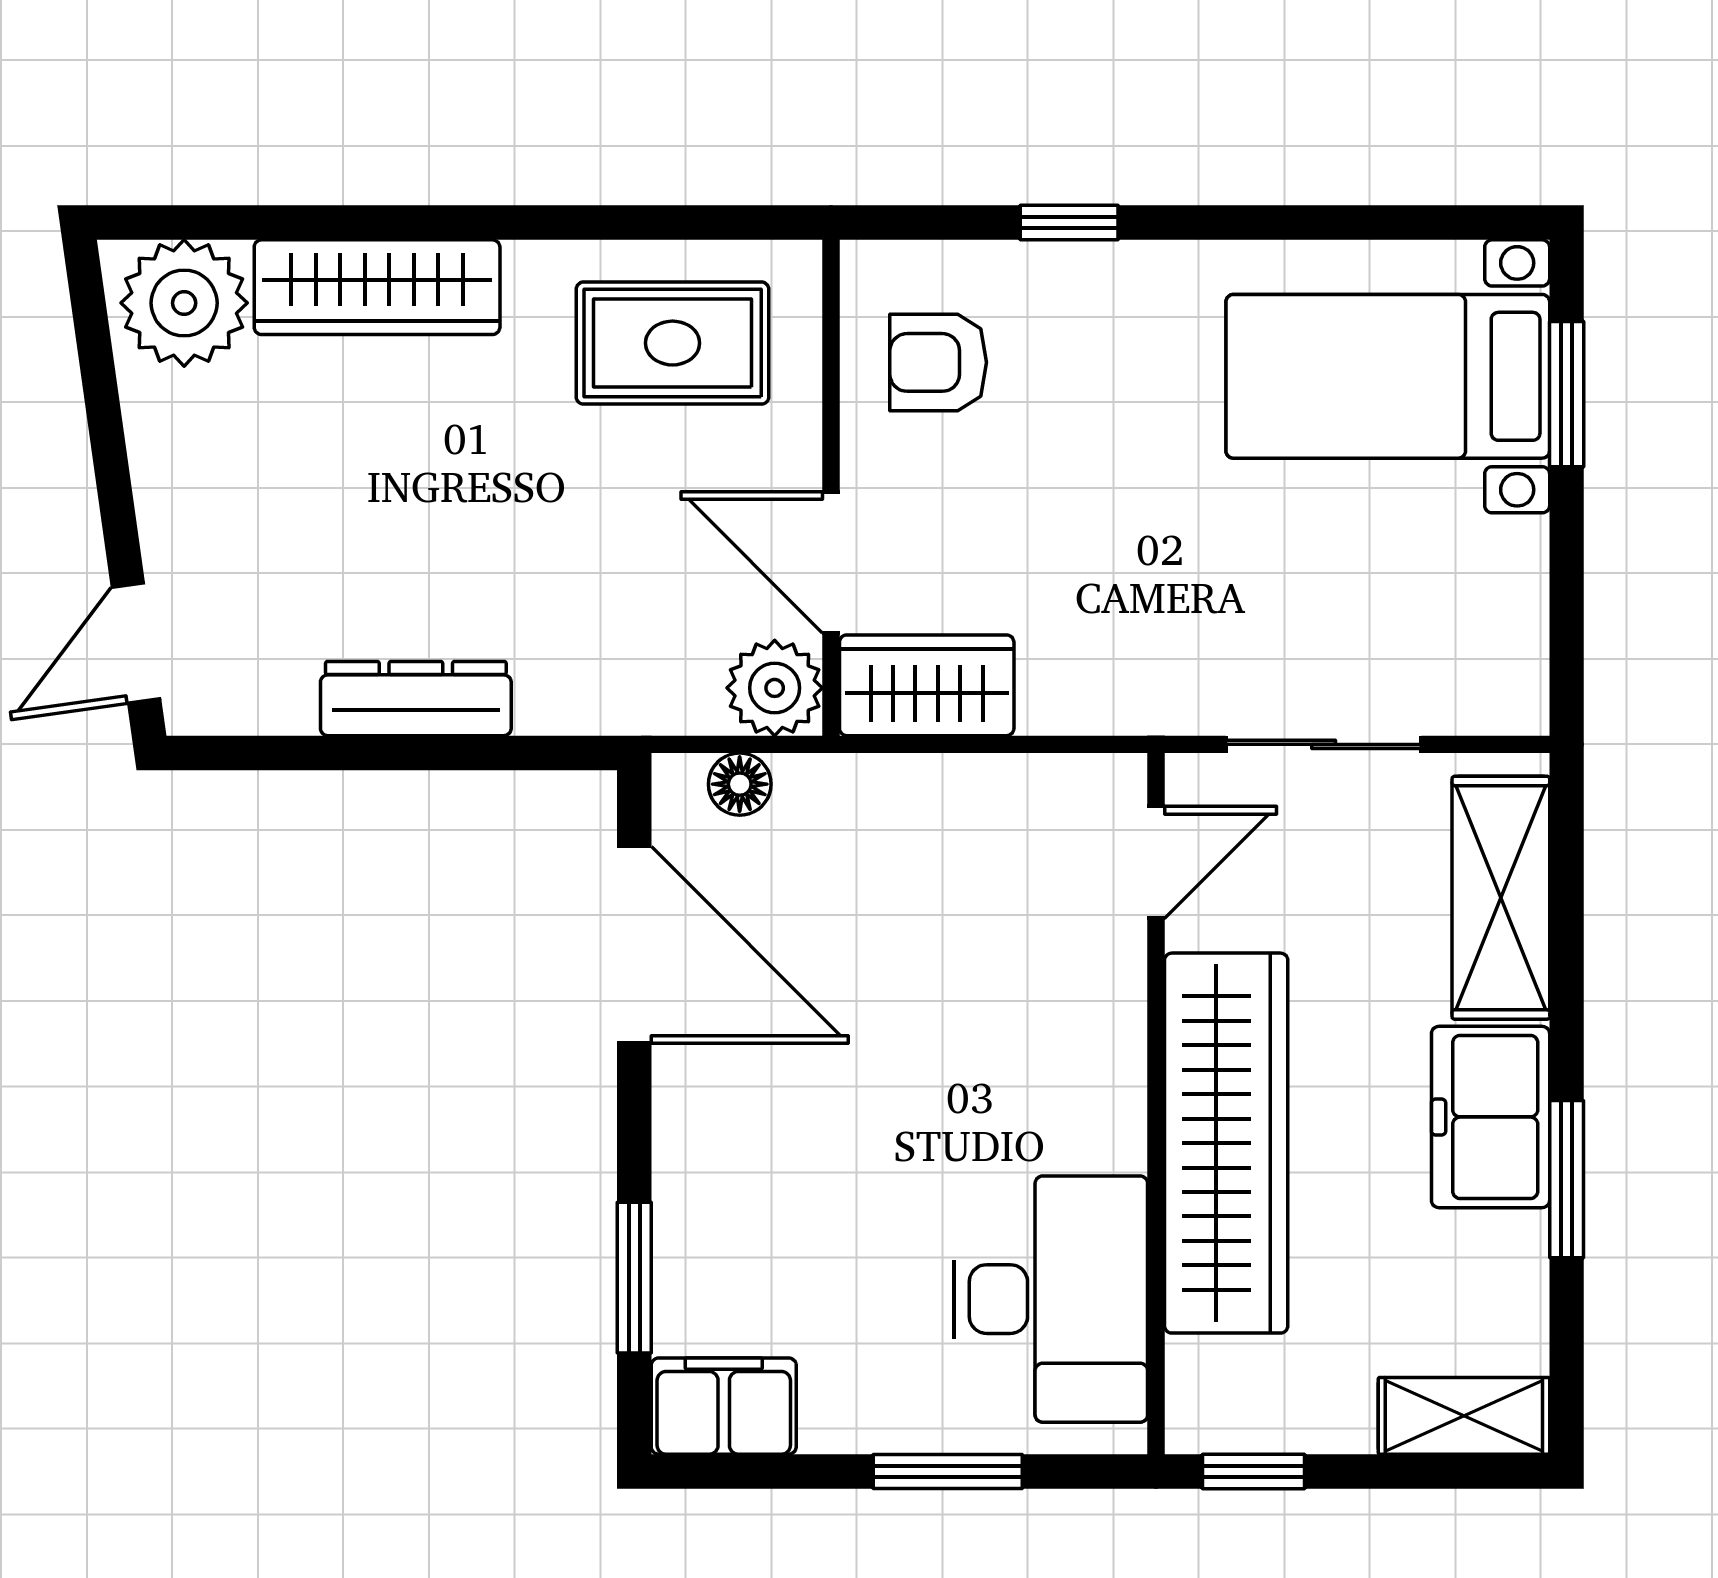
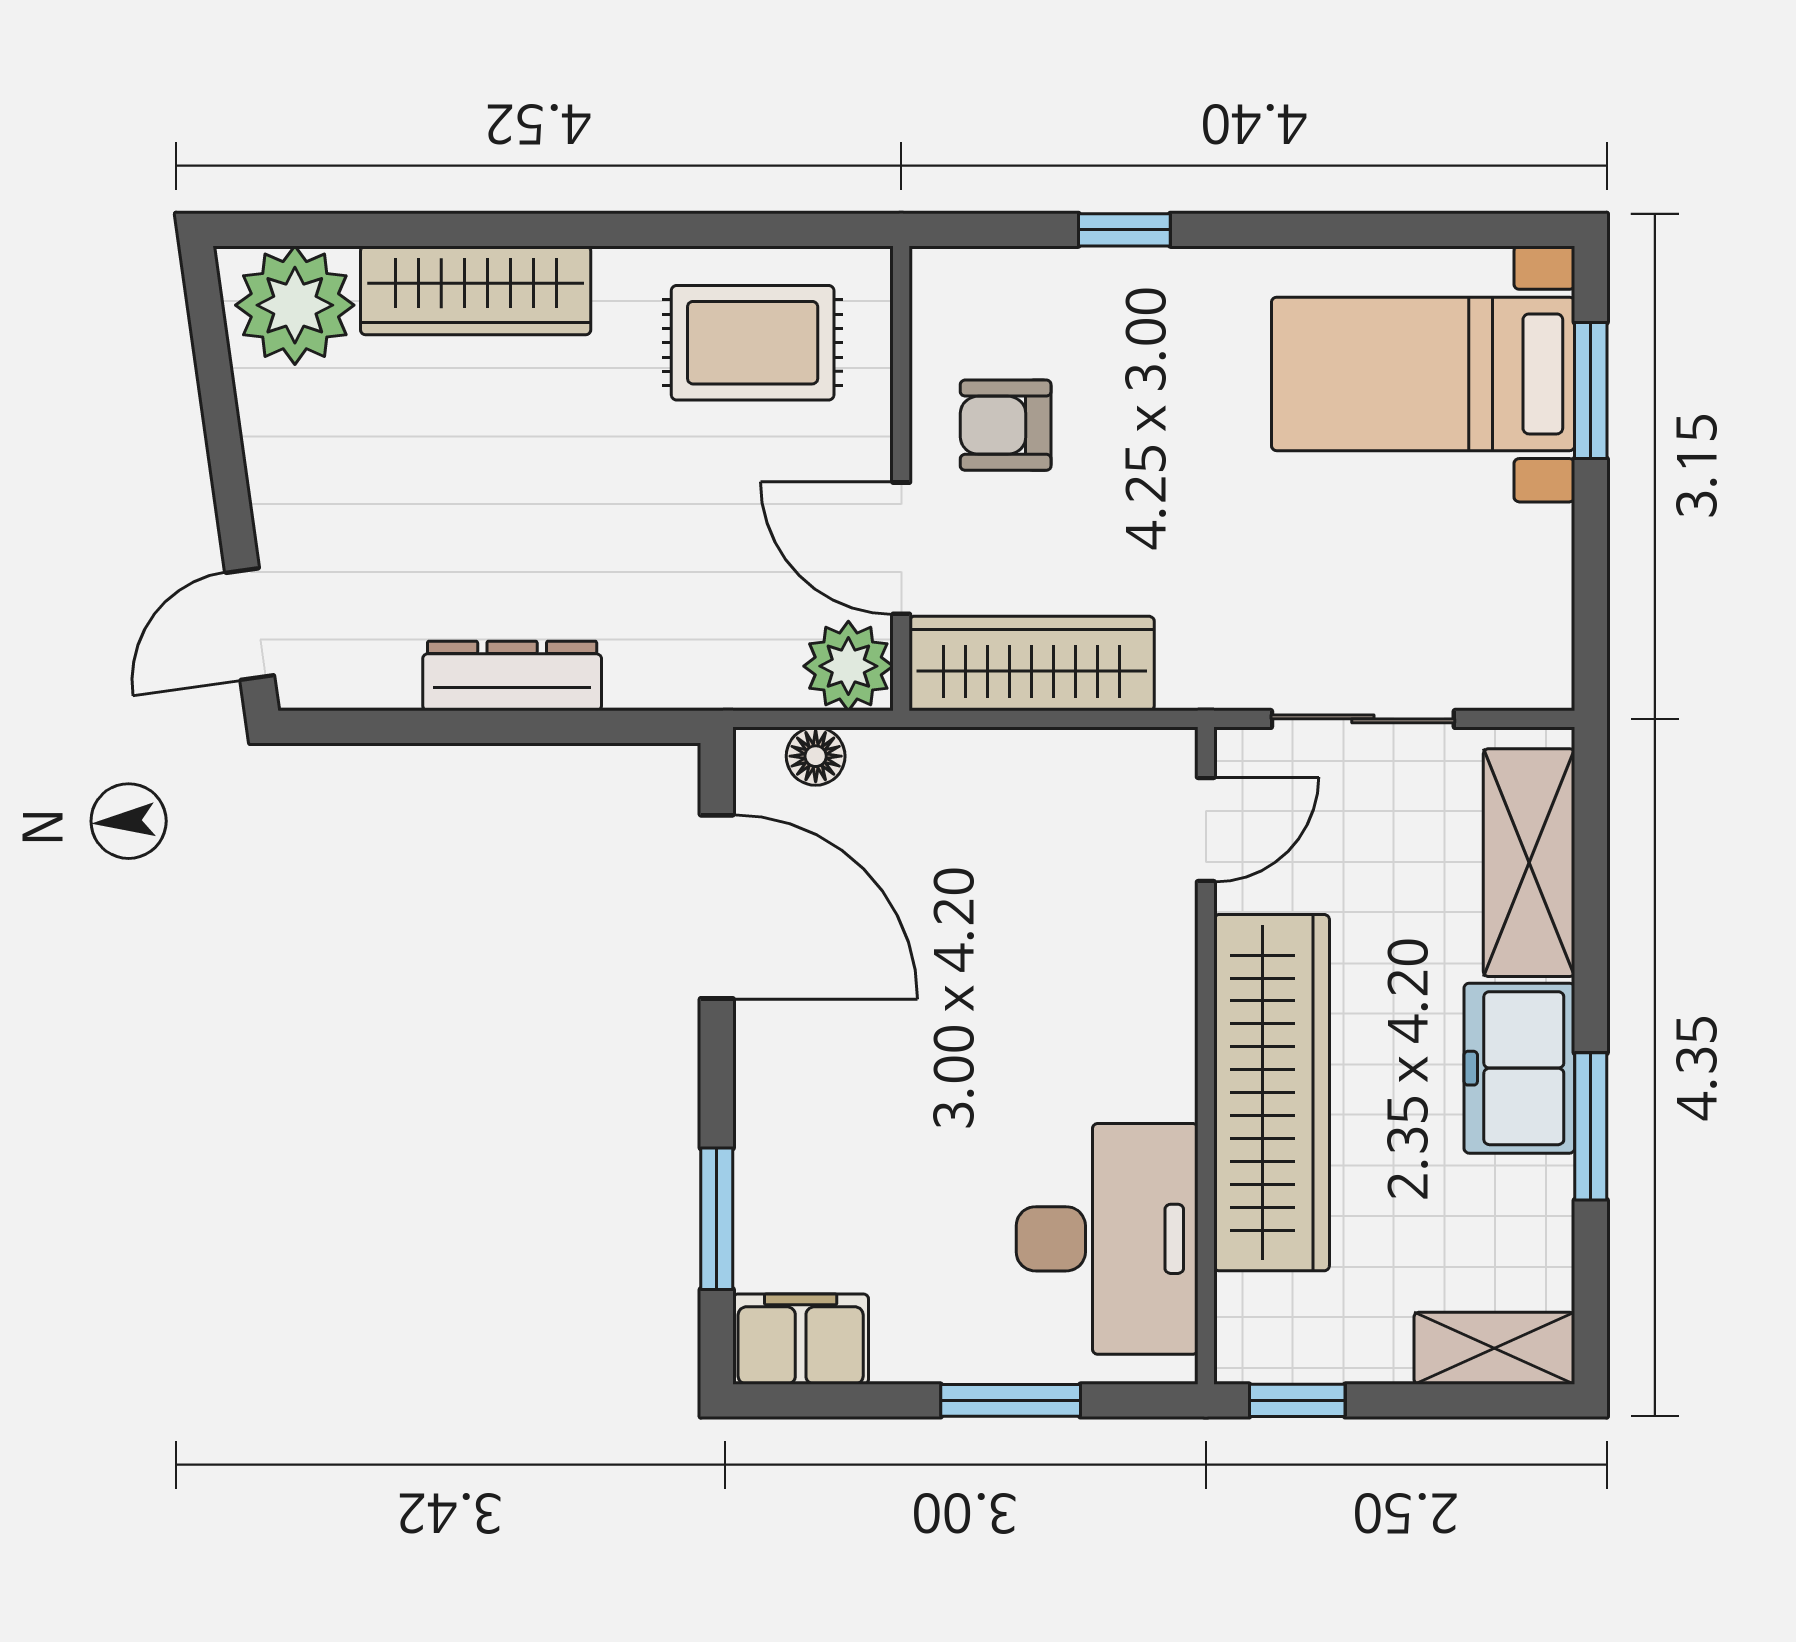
armchair: (938, 362) -> (1006, 425), moved
wardrobe: (927, 685) -> (1032, 664), width x1.50

